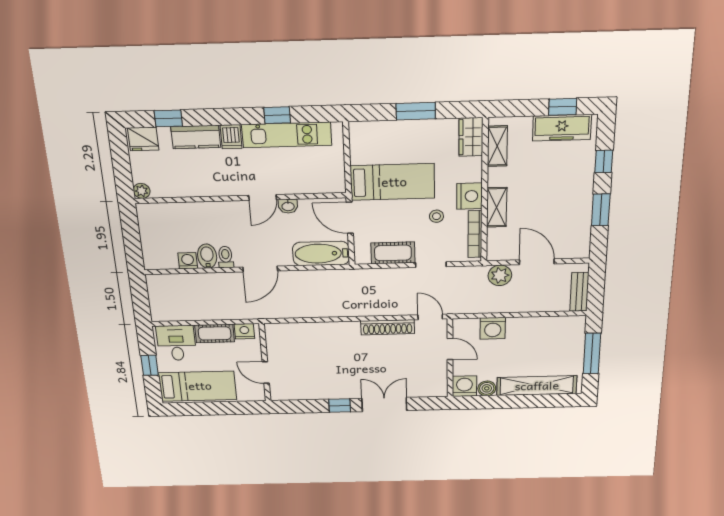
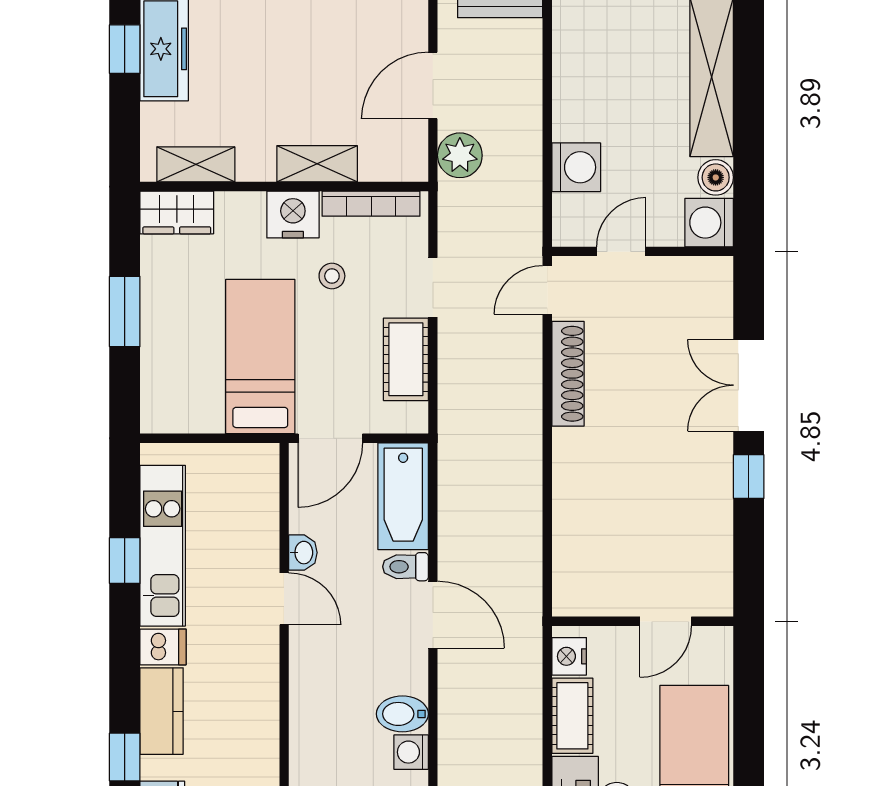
toilet: (226, 257) -> (405, 567), moved

